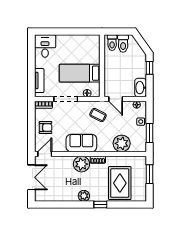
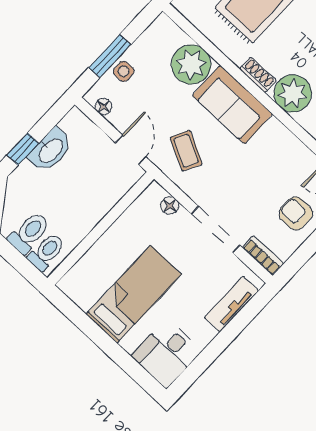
bed: (80, 73) -> (134, 294), moved, turned -90
washbasin: (141, 88) -> (50, 150), moved
window: (149, 133) -> (110, 56), moved
sofa: (81, 143) -> (232, 105), moved

